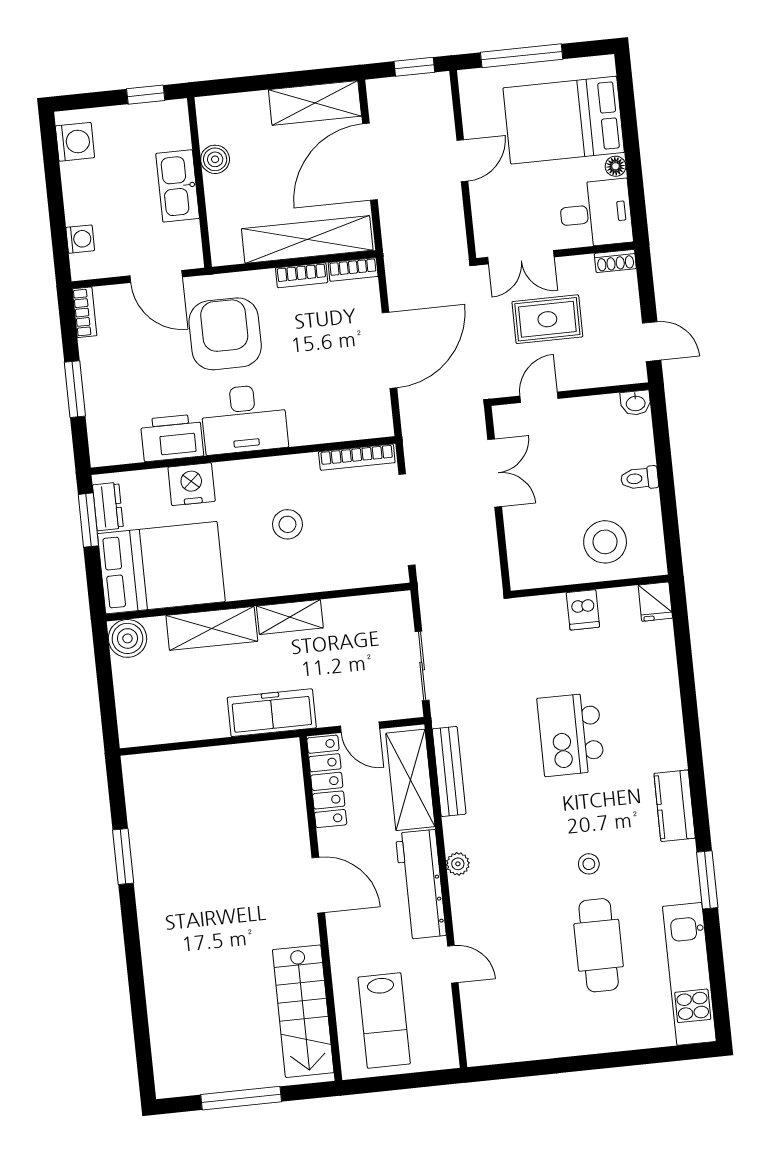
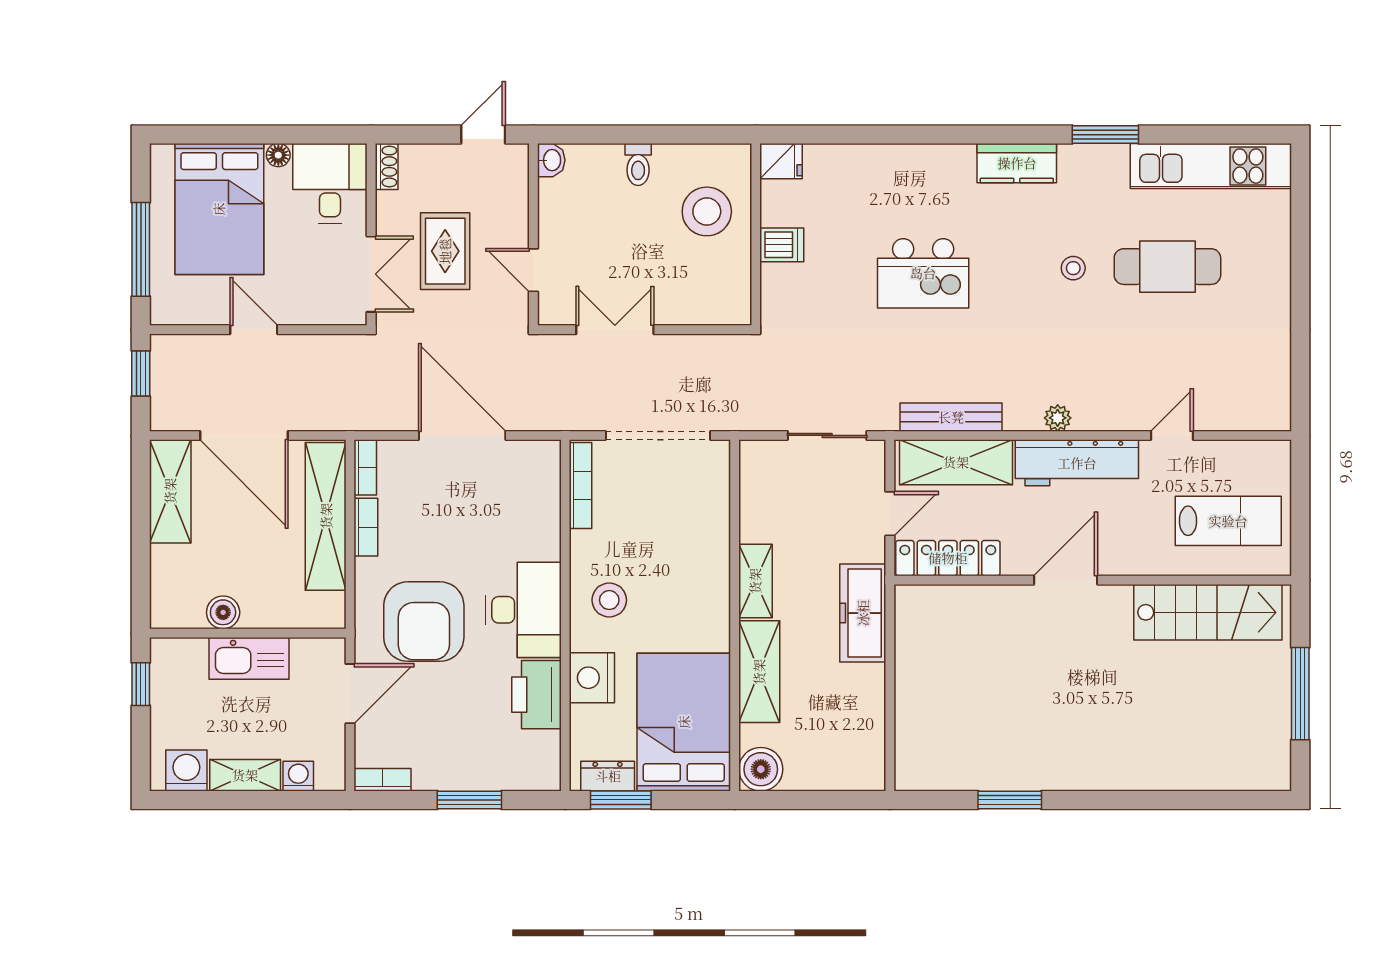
shelving: (76, 193) -> (245, 775), added
armchair: (225, 334) -> (424, 622), turned -90
stool: (287, 524) -> (609, 600), moved

